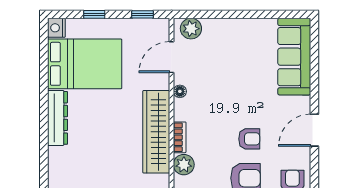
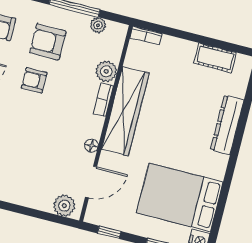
dresser: (57, 118) -> (227, 125), moved

